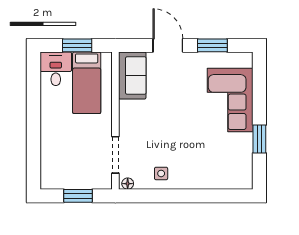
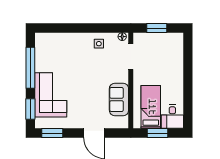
window: (212, 45) -> (52, 133), moved
sofa: (132, 75) -> (119, 99), moved
window: (259, 80) -> (30, 109), added
window: (259, 139) -> (30, 68), width x2.11

